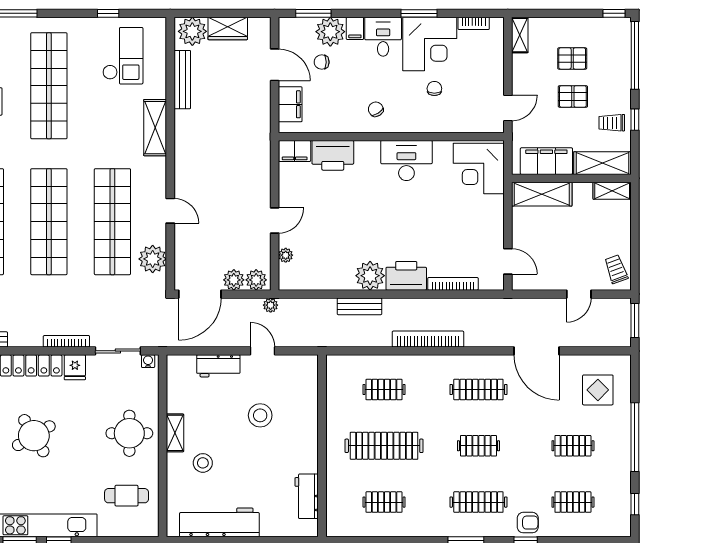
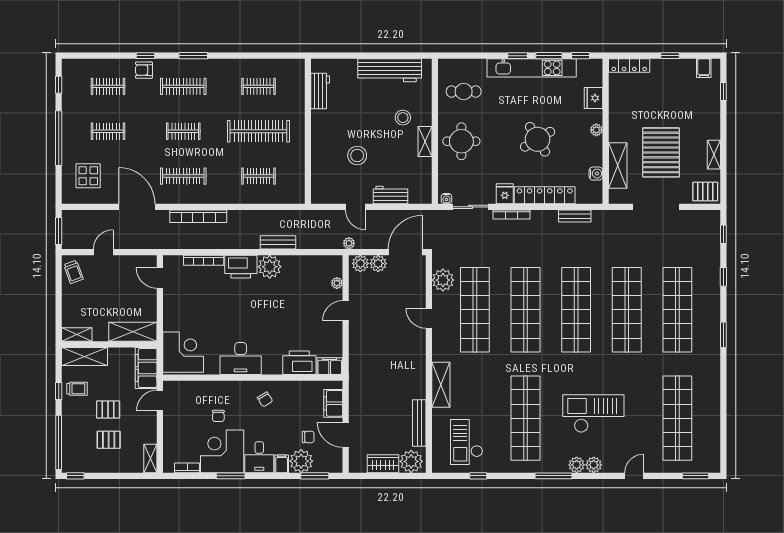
filing cabinet: (546, 161) -> (146, 368), moved, turned 90
bookcase: (428, 339) -> (198, 216), moved

